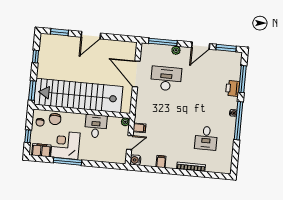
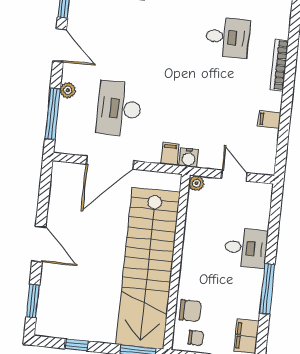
desk: (96, 126) -> (246, 248), moved, turned 180
filing cabinet: (139, 128) -> (170, 154), moved
corner desk: (65, 145) -> (237, 292), removed
water cooler: (135, 160) -> (189, 158), moved

